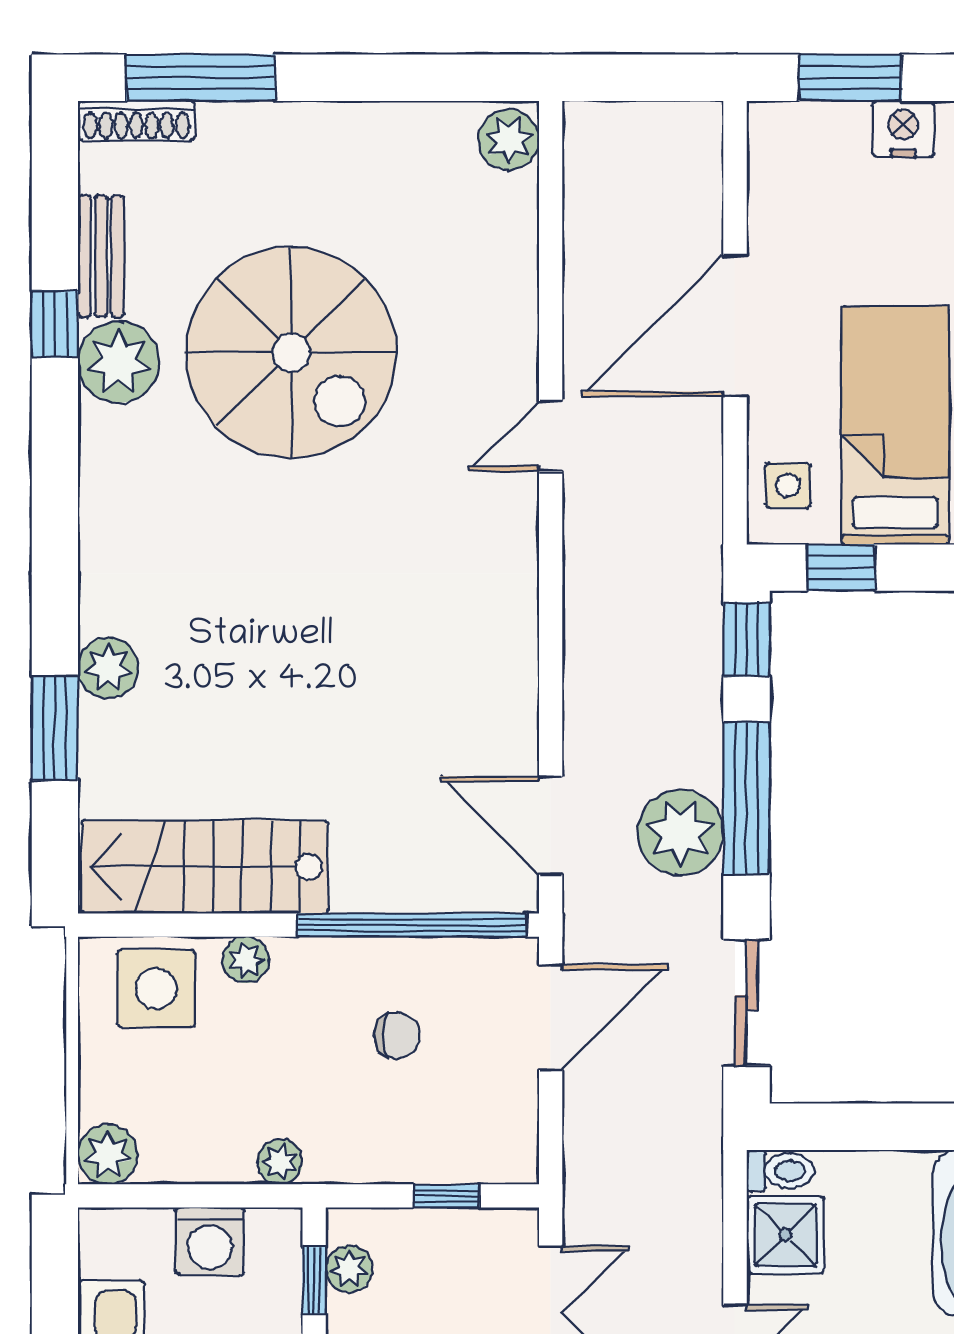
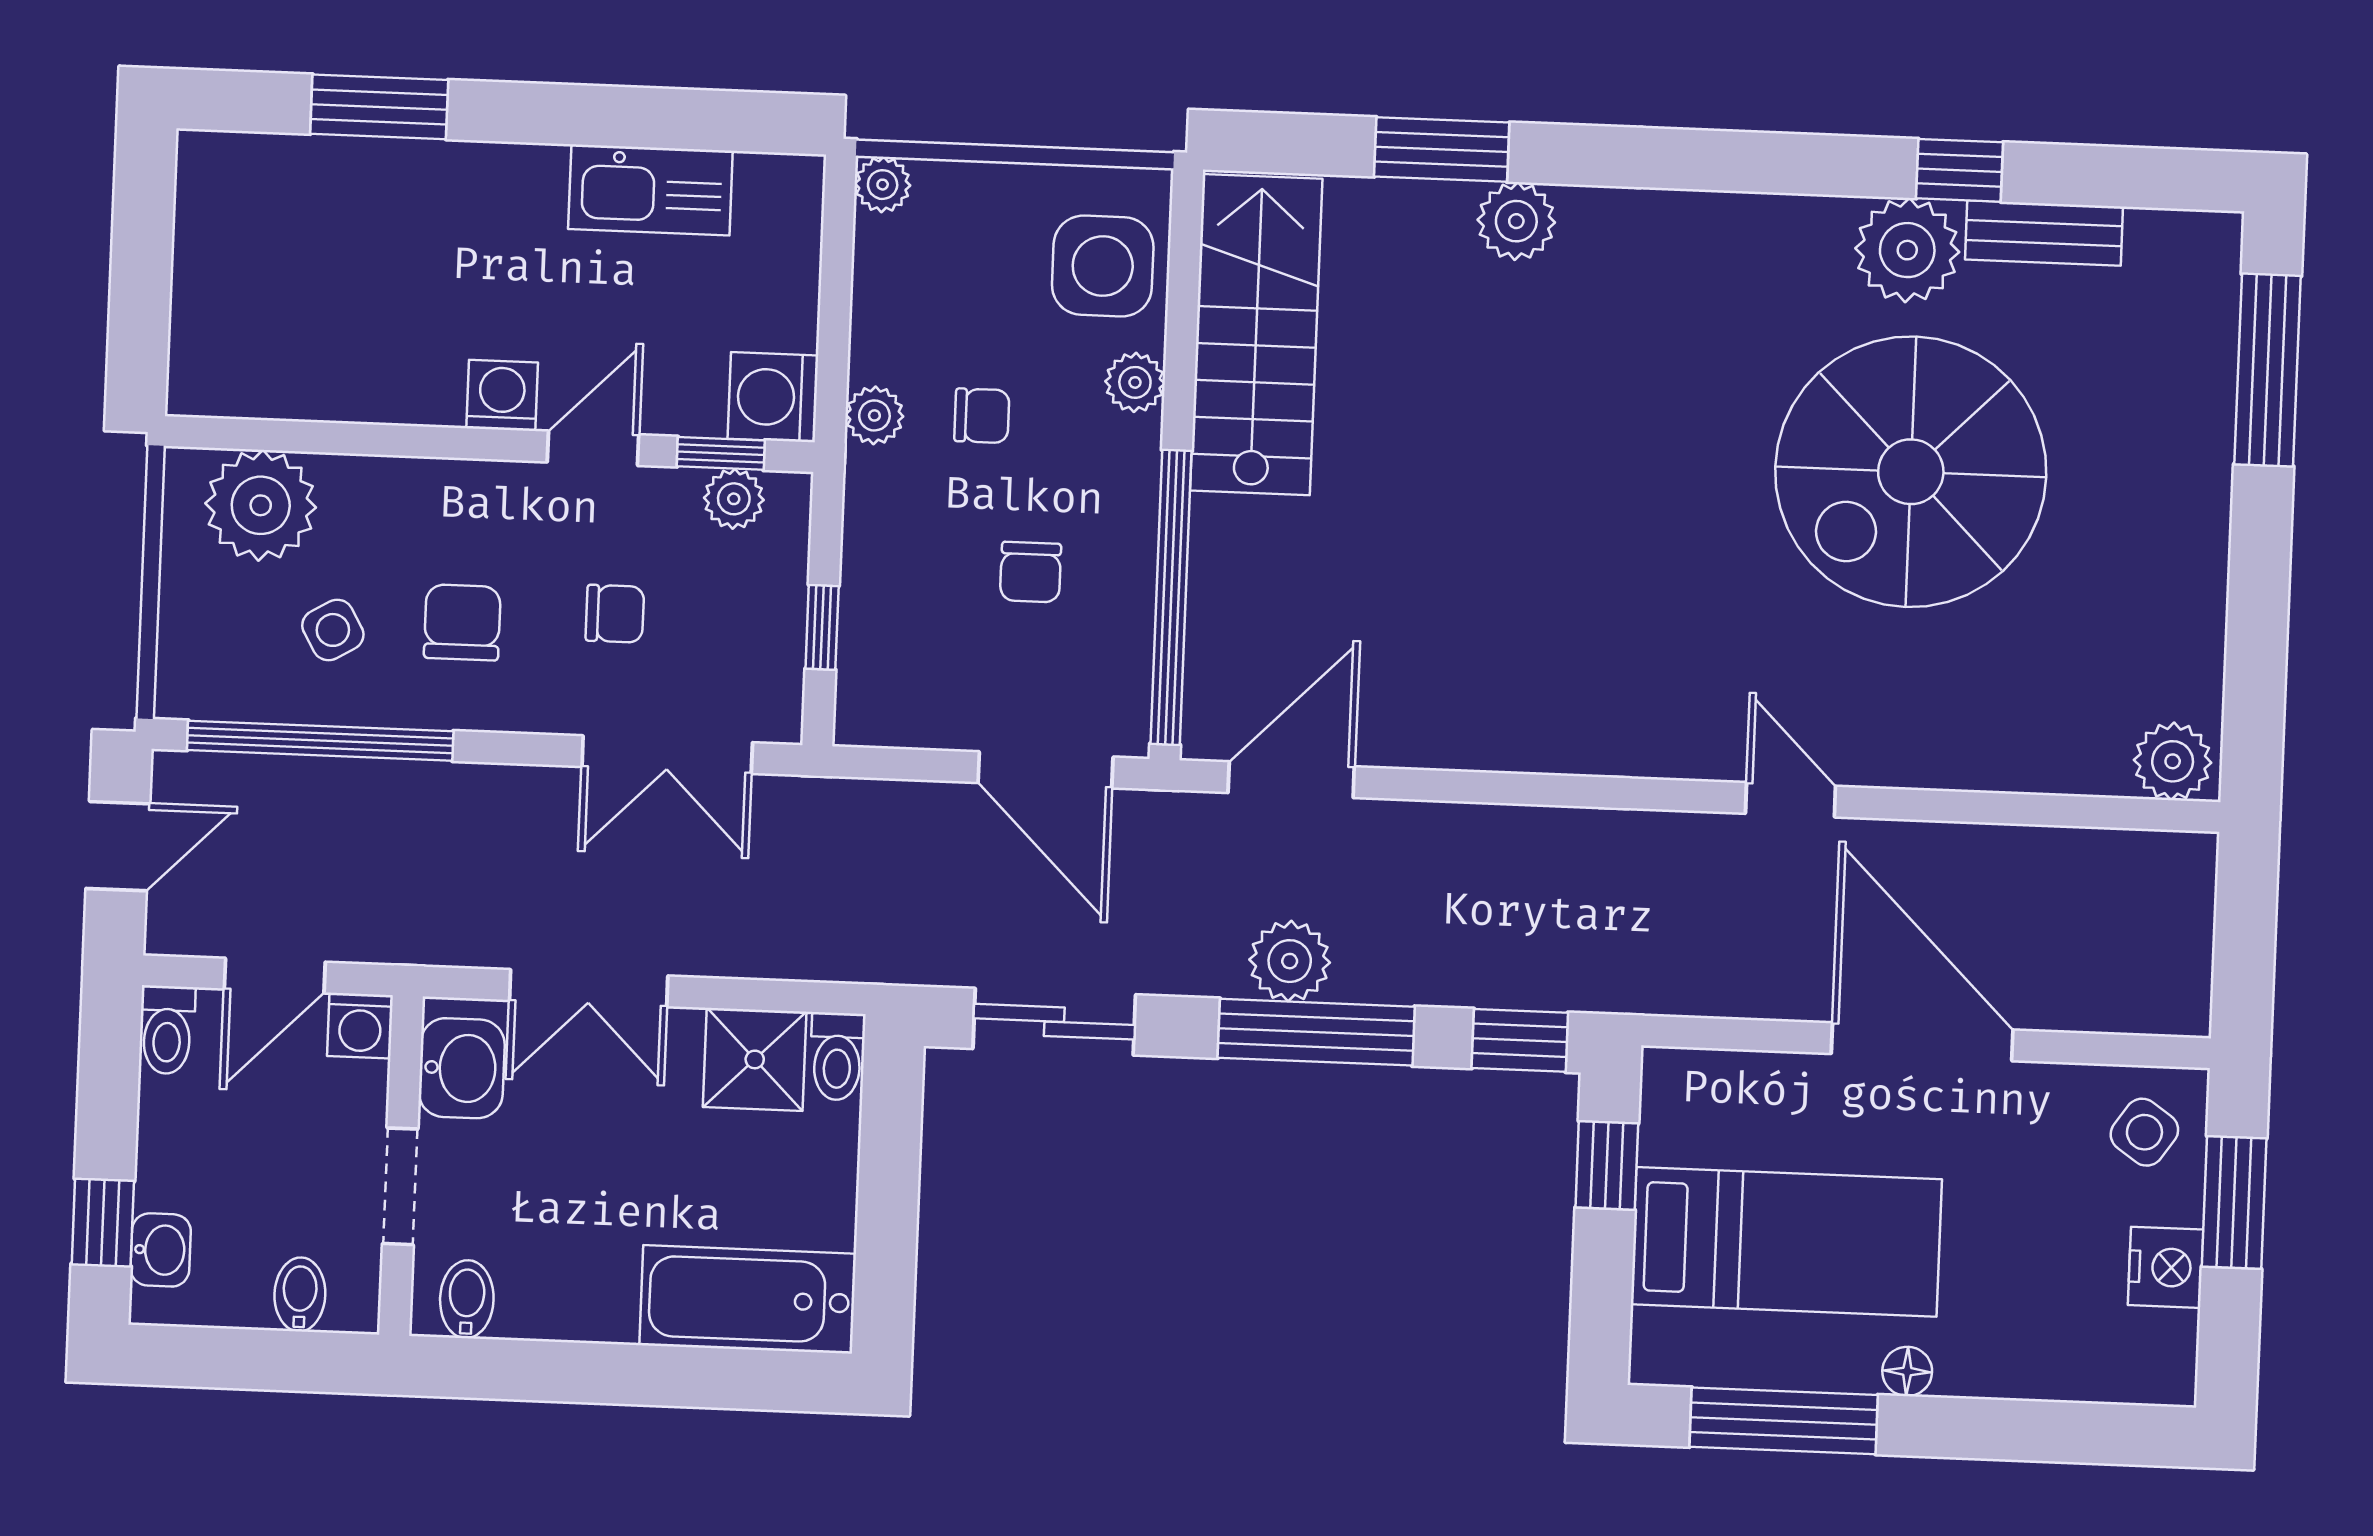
shoe rack: (136, 121) -> (2216, 285), removed
side table: (788, 485) -> (2144, 1132), moved, turned 35
plant: (680, 833) -> (1290, 961), width x0.73, depth x0.73
chair: (277, 1078) -> (982, 416), added
plant: (108, 1155) -> (883, 185), width x0.73, depth x0.73
washing machine: (210, 1241) -> (773, 397), moved

